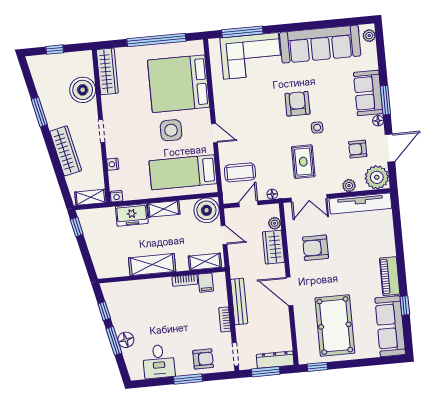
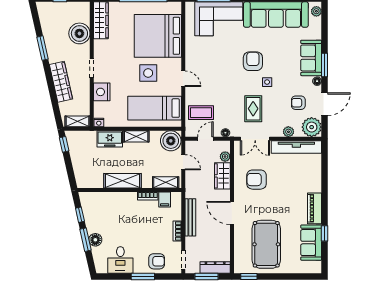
nightstand: (113, 164) -> (102, 92), width x1.89, depth x1.79
sofa: (390, 326) -> (311, 243), width x0.73

